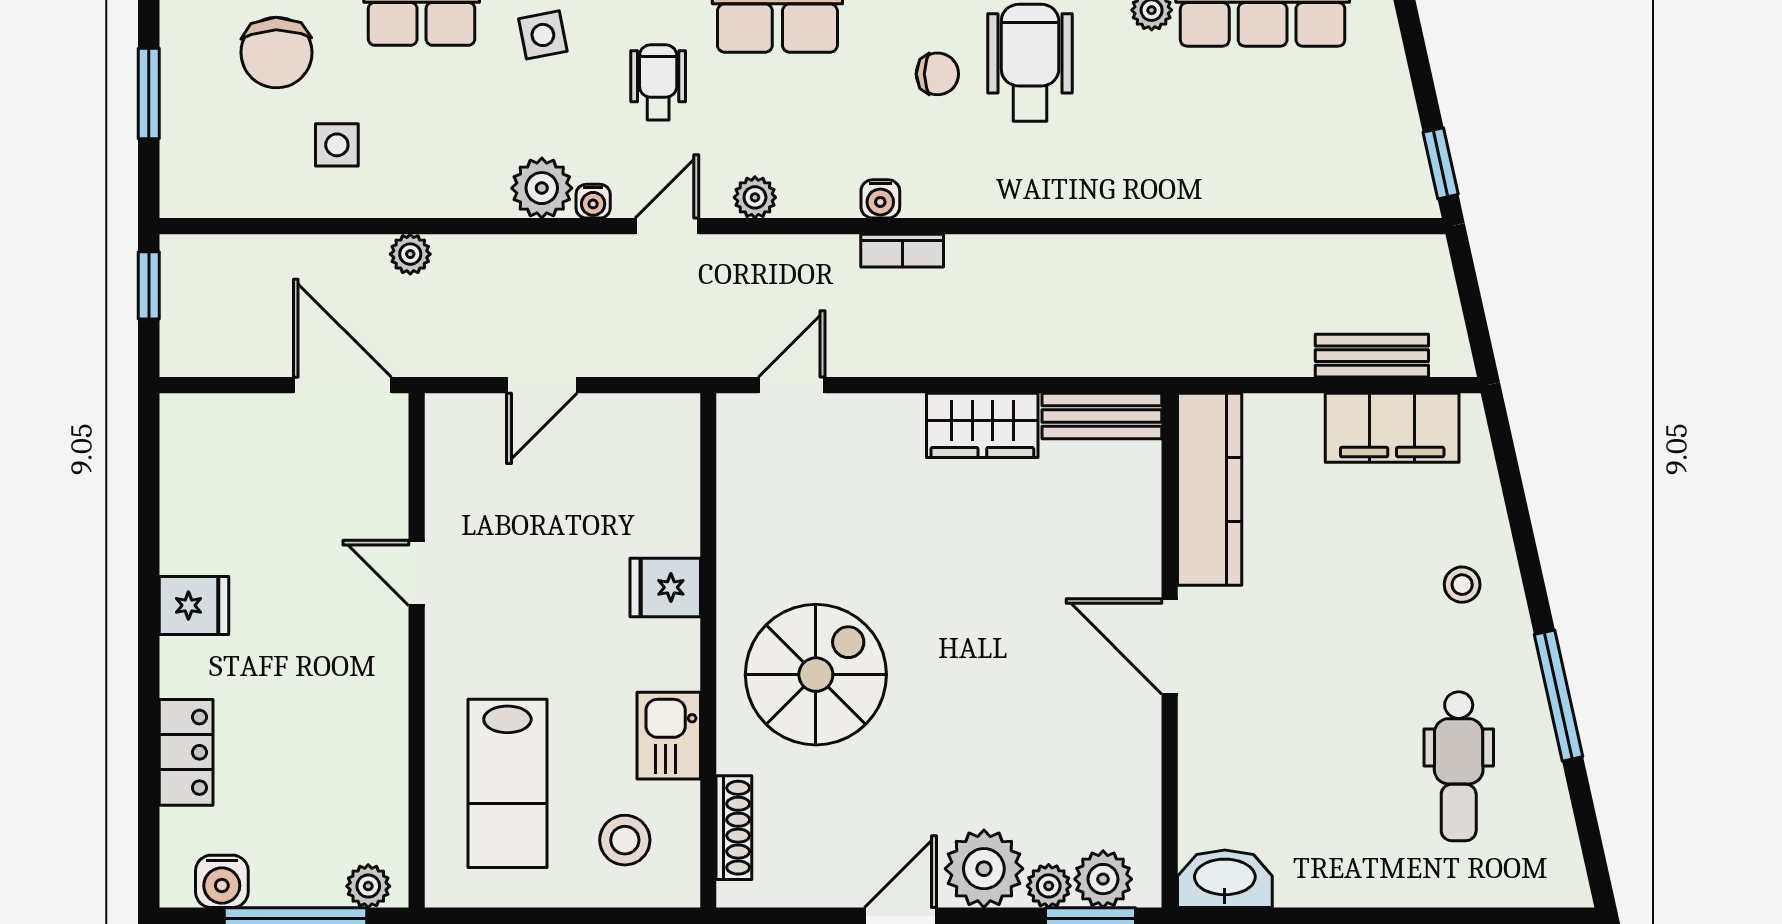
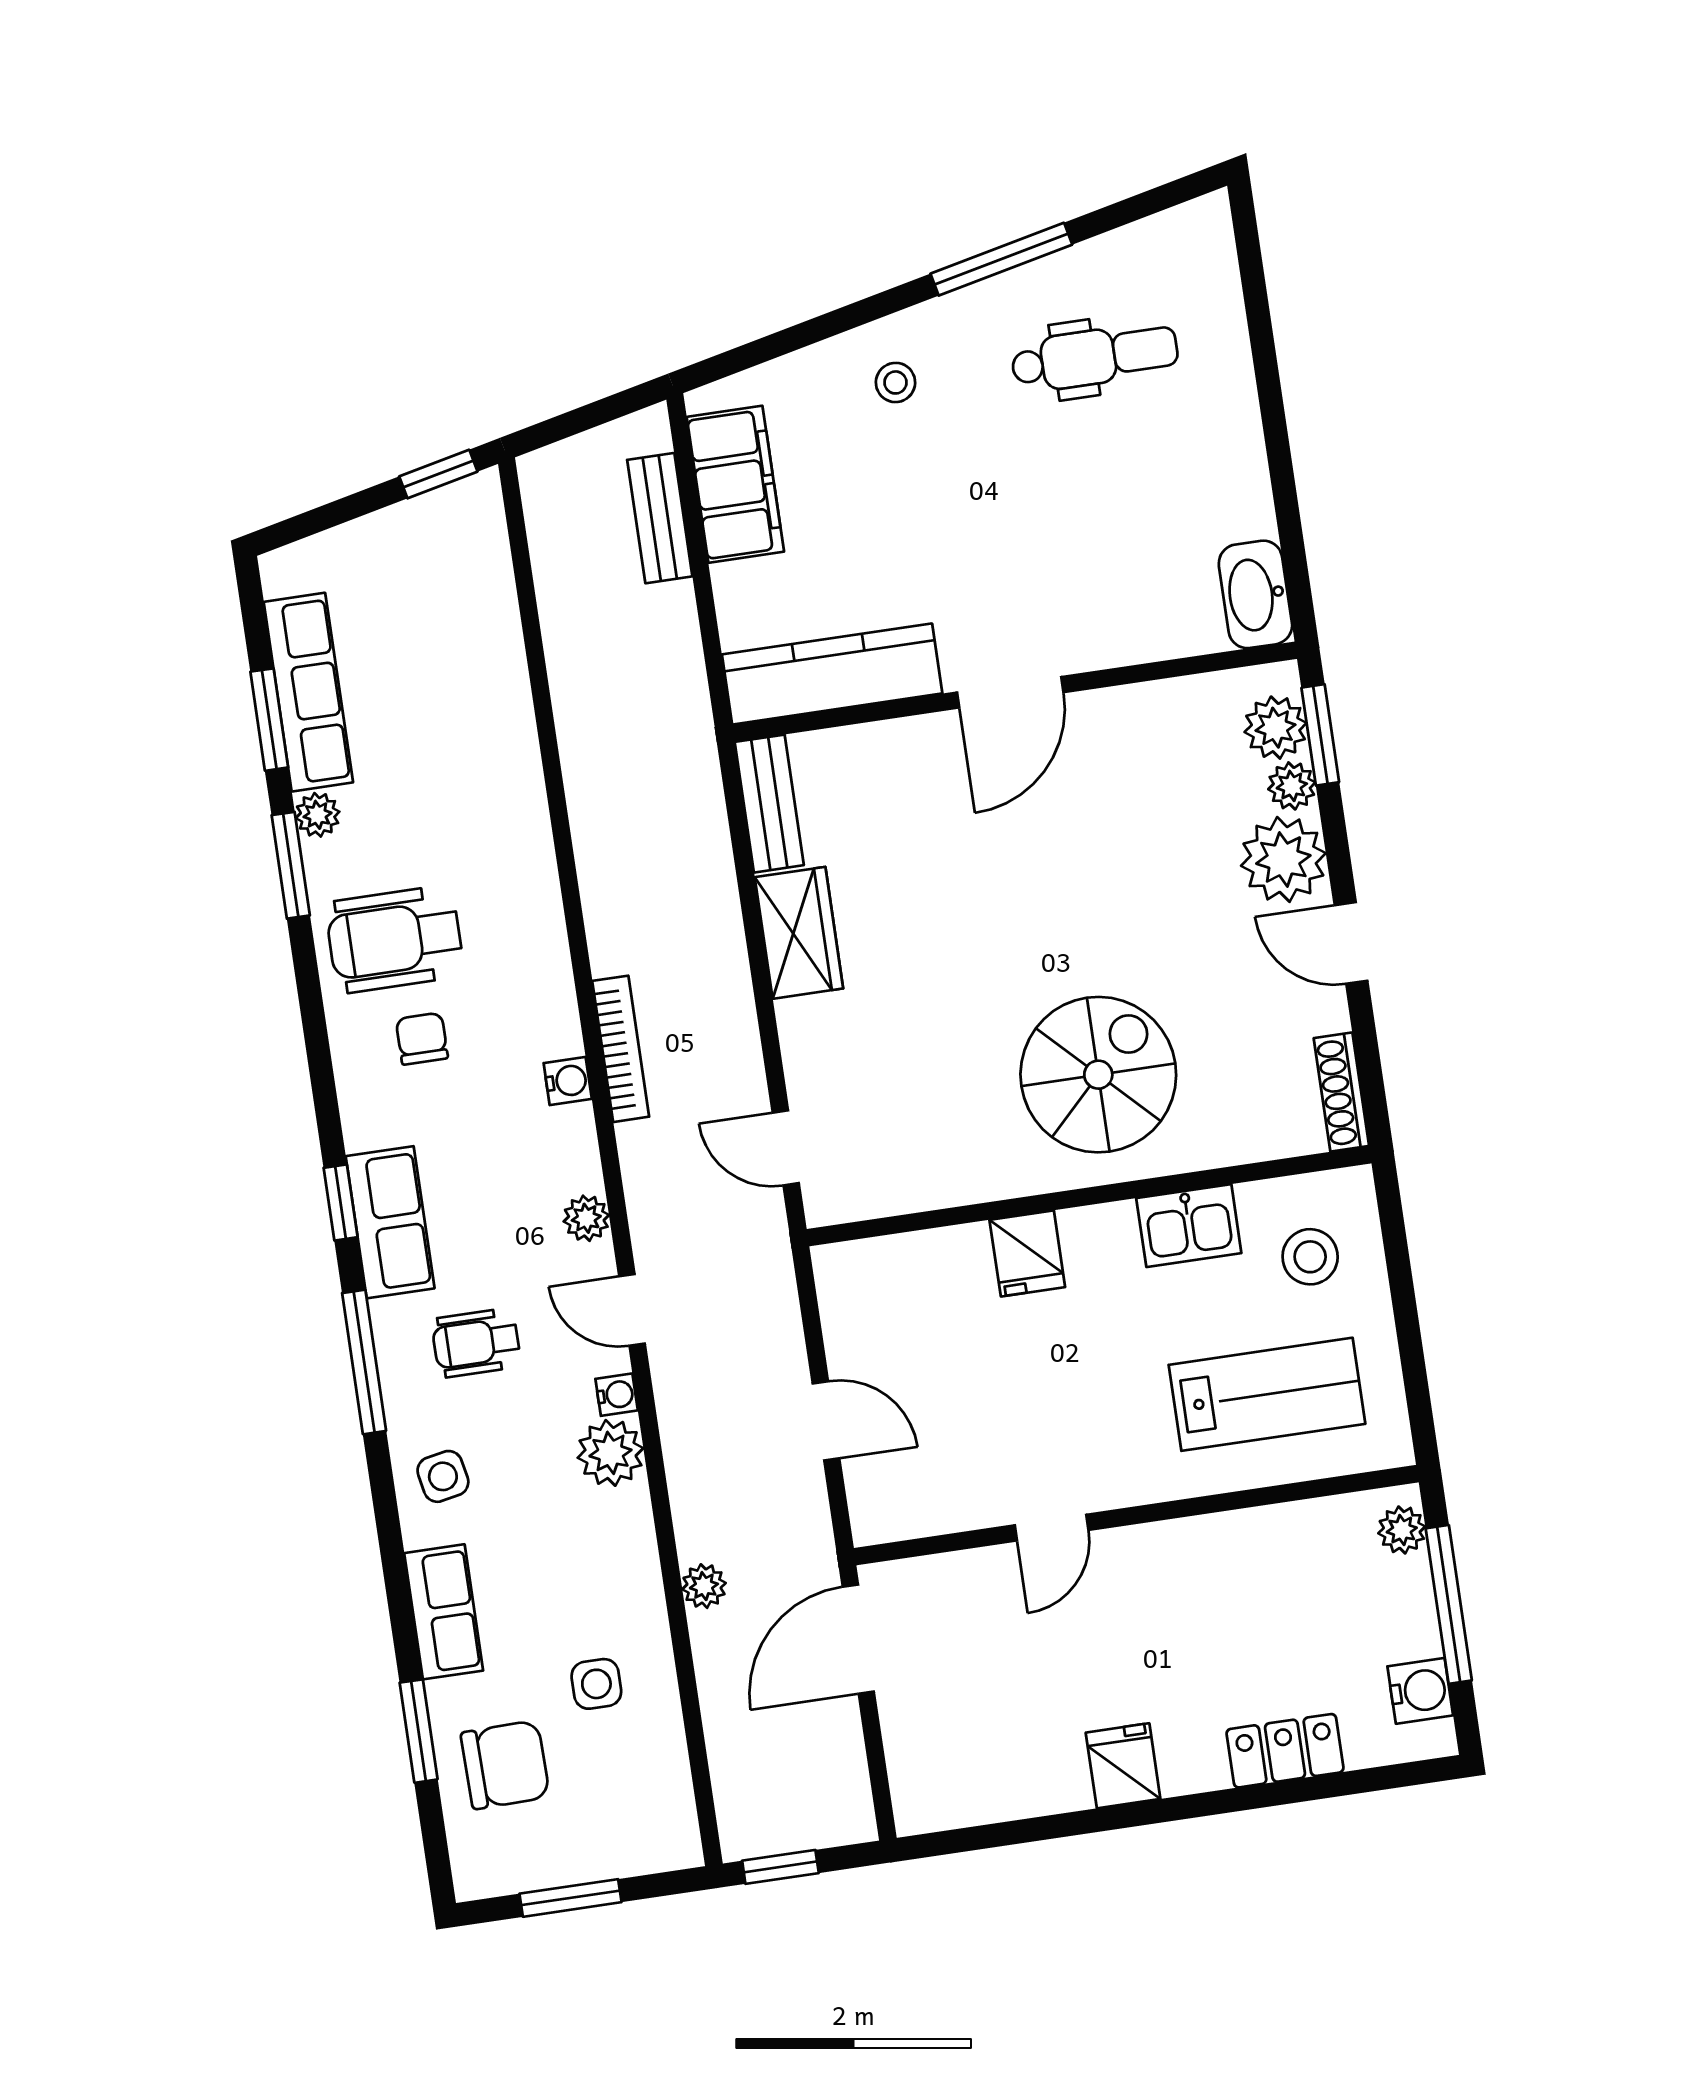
bookcase: (902, 251) -> (621, 1049), width x1.56
spiral stairs: (816, 675) -> (1098, 1075), turned 90
shoe rack: (734, 828) -> (1341, 1092), moved, turned -90

